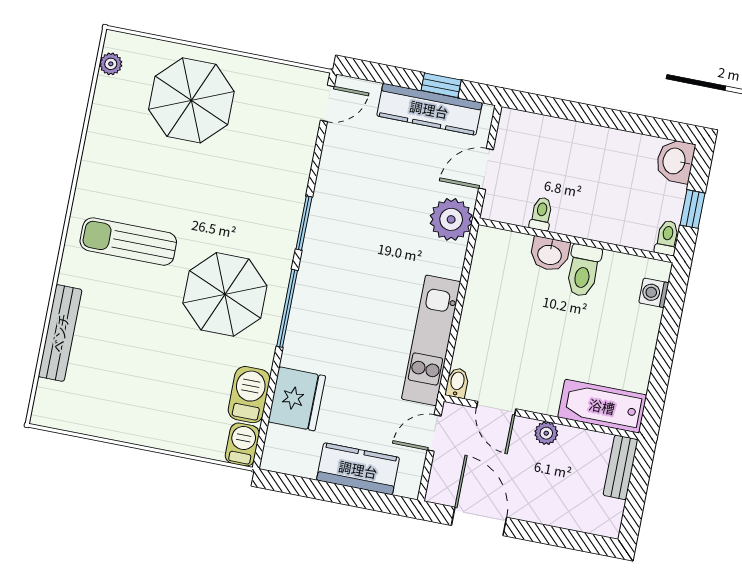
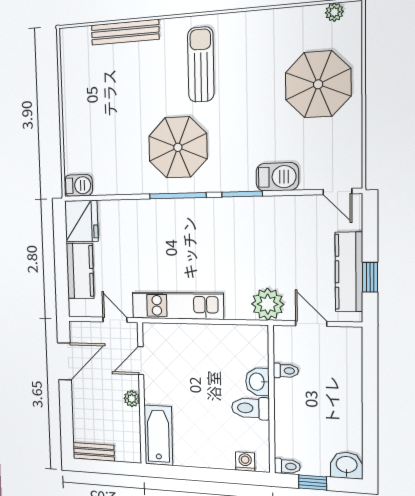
bidet: (457, 383) -> (152, 330), removed
barbecue: (249, 395) -> (277, 177), moved
fridge: (297, 399) -> (81, 221), moved, turned -90
bench: (621, 467) -> (94, 452), moved

